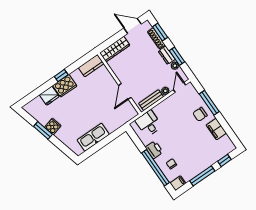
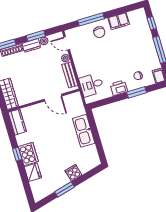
cooker: (53, 127) -> (73, 173), moved
kitchen sink: (93, 137) -> (84, 131), moved
window: (155, 168) -> (137, 92), width x0.47

